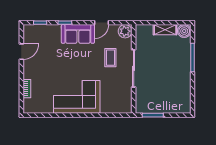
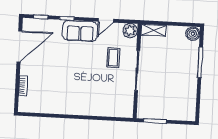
shelving: (165, 30) -> (153, 30), moved
door: (21, 52) -> (19, 46), width x1.87
corner sofa: (77, 97) -> (75, 97), removed

